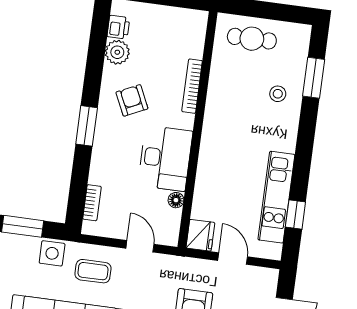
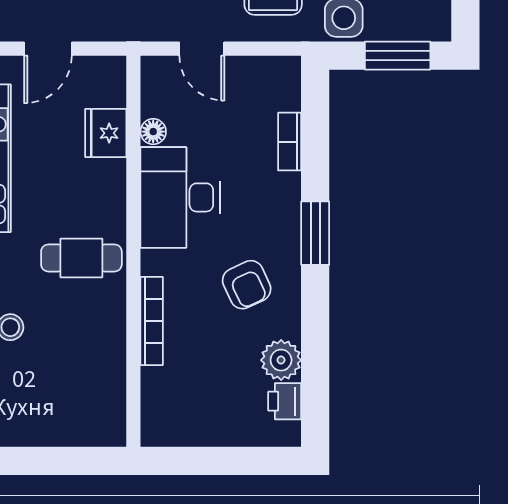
cafe table: (252, 39) -> (81, 258), moved
bookcase: (92, 203) -> (290, 142), moved
fridge: (200, 235) -> (106, 133), moved
door: (233, 259) -> (48, 49), hinge flipped

